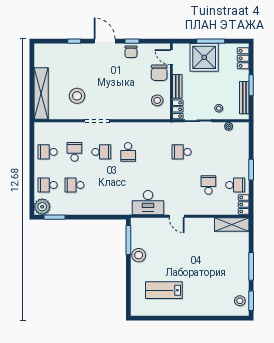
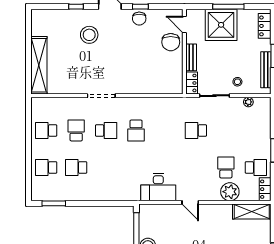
stool: (77, 96) -> (89, 35), moved
stool: (157, 100) -> (169, 73), removed
plant: (42, 207) -> (230, 192), moved

